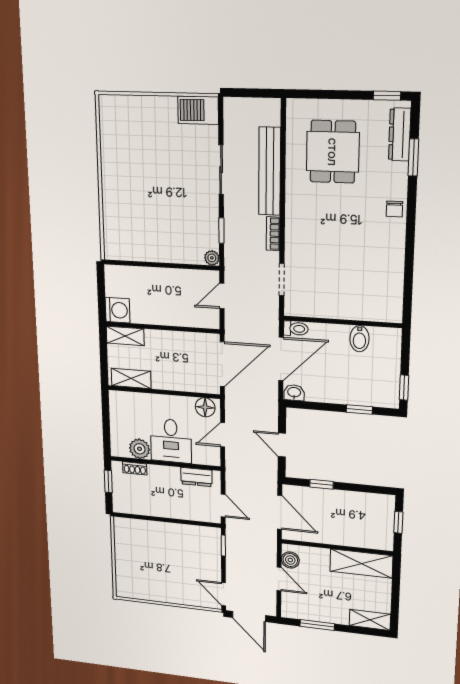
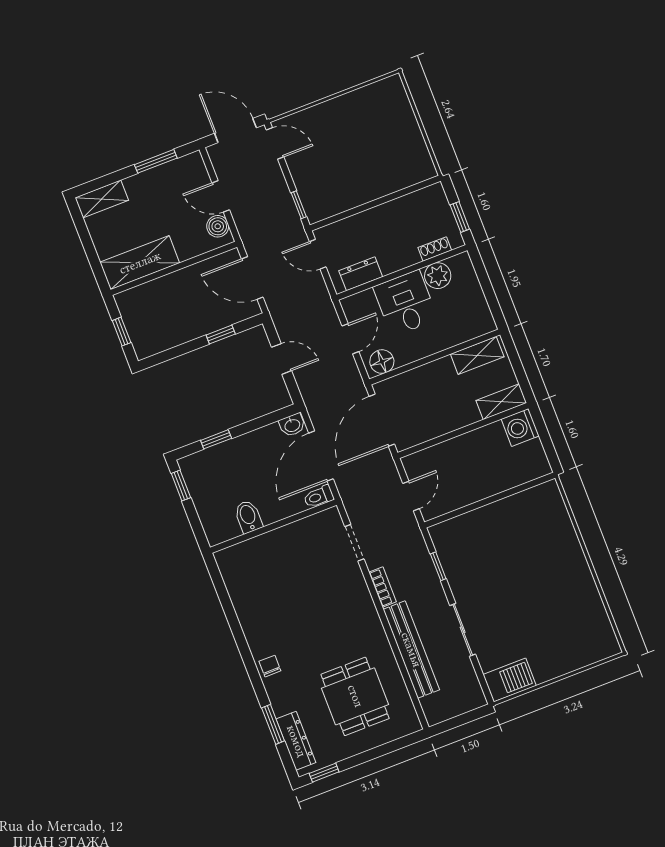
plant: (212, 258) -> (437, 533), removed

